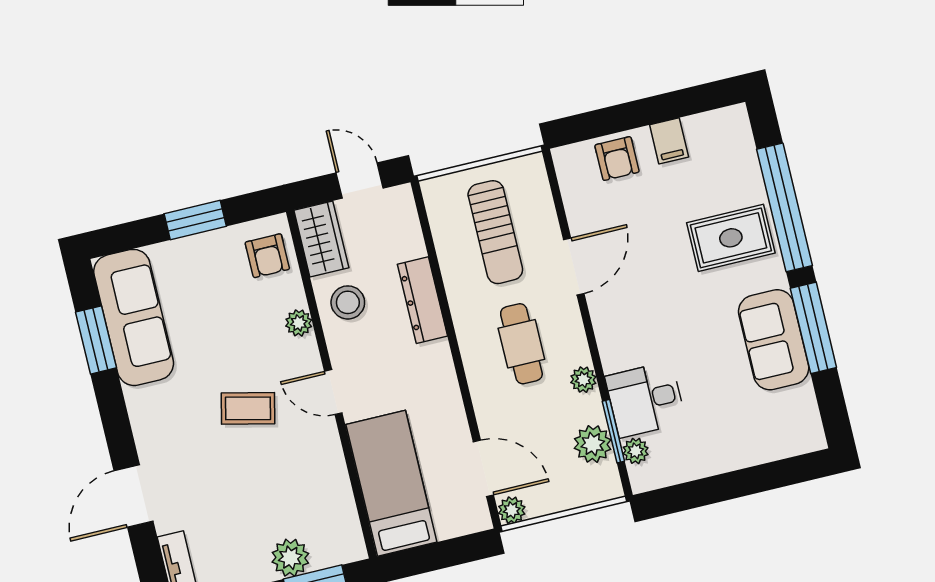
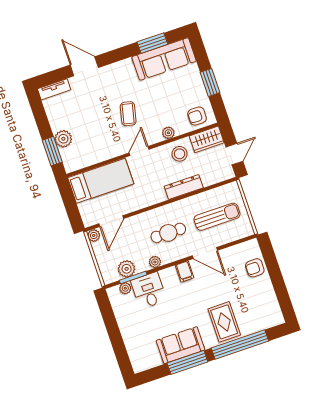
filing cabinet: (669, 141) -> (185, 271), moved, turned -90
sun lounger: (495, 232) -> (217, 217), turned 180

